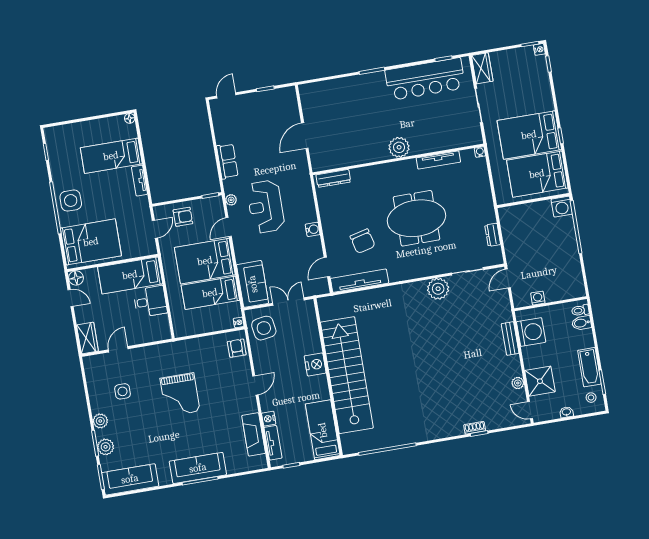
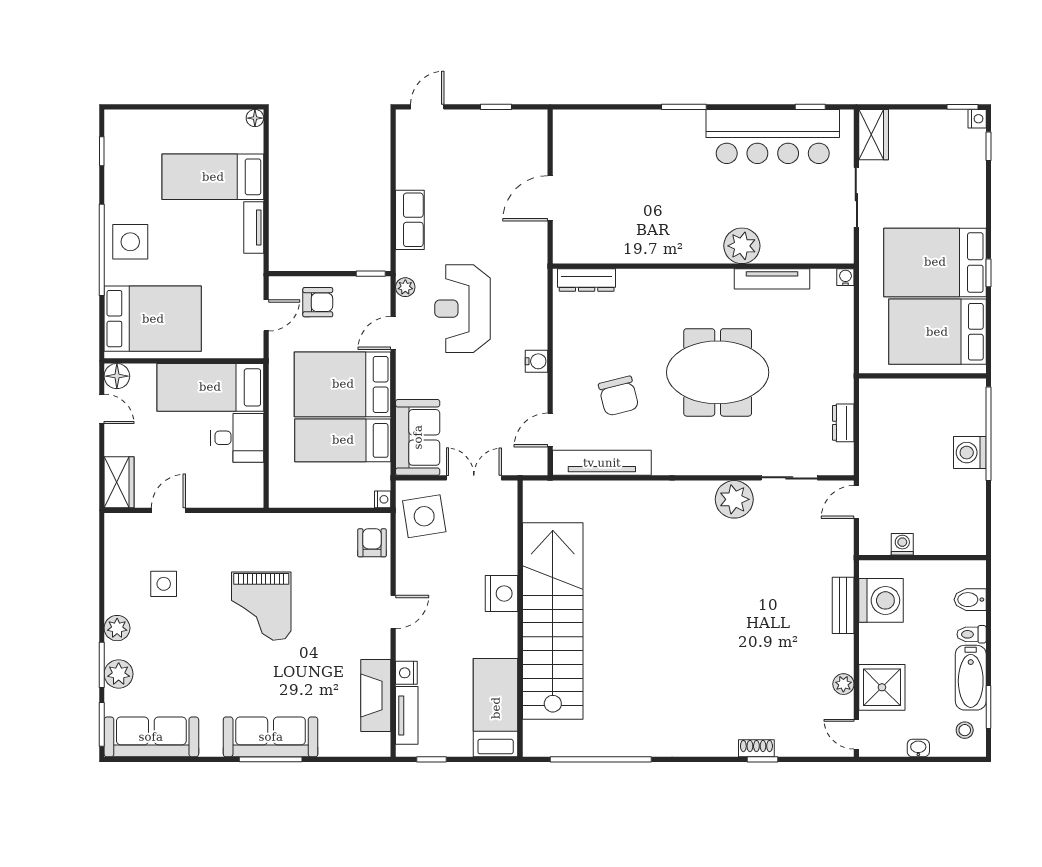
plant: (399, 147) -> (742, 246), moved
washing machine: (562, 207) -> (970, 453), moved, turned 90
toilet: (580, 310) -> (972, 634), moved

